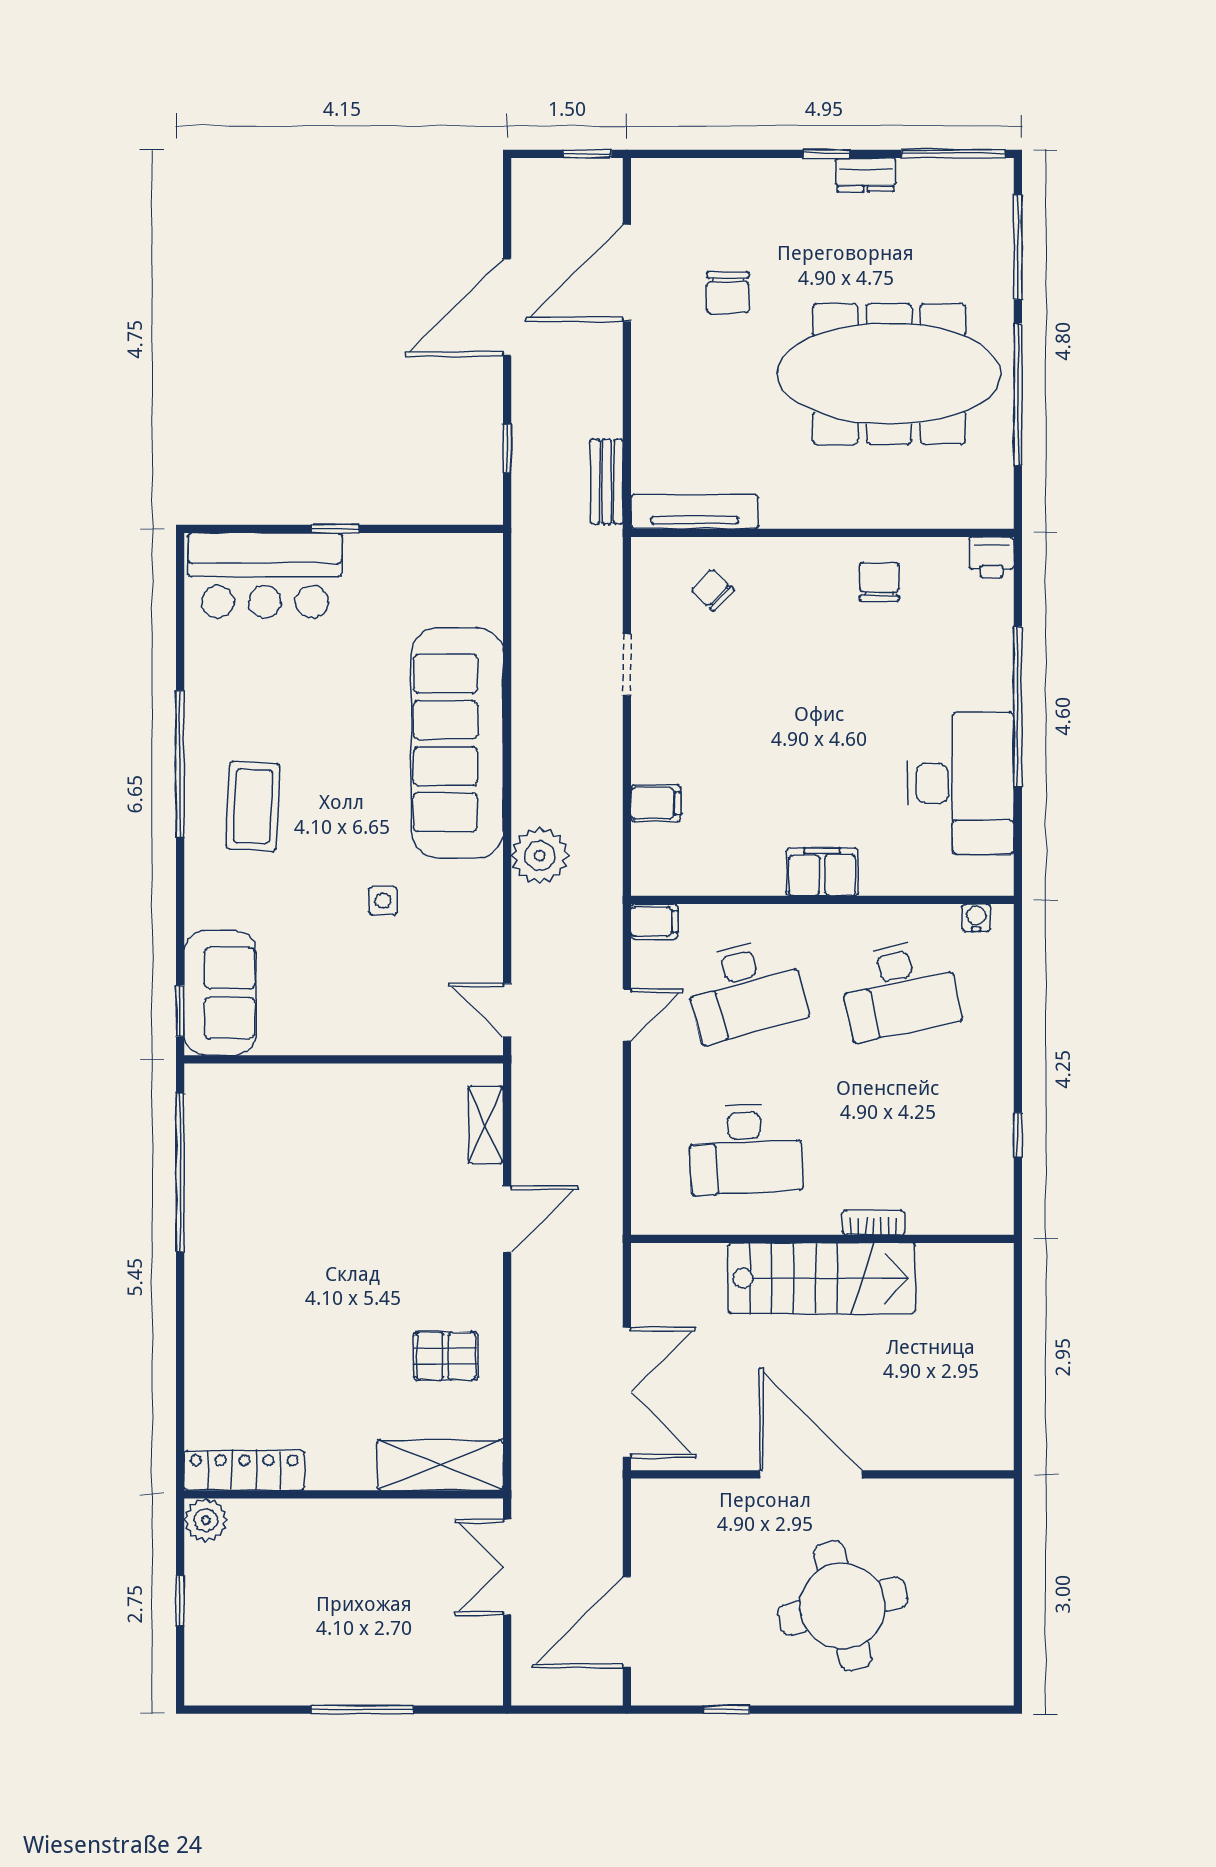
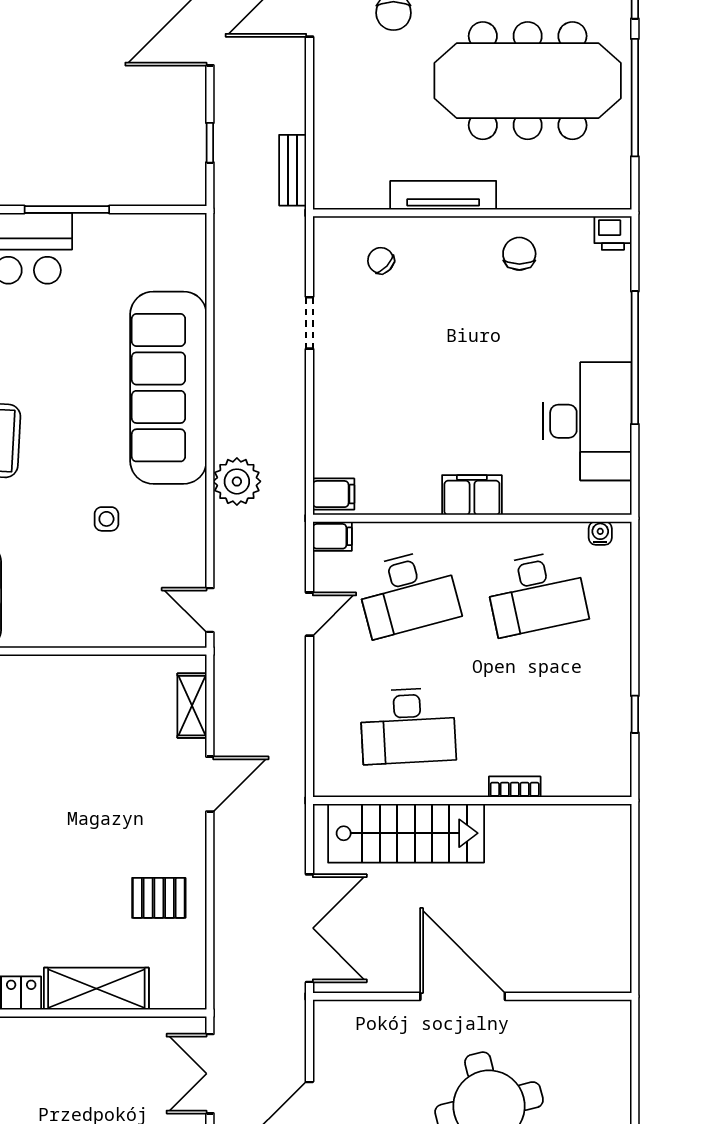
tv unit: (695, 512) -> (443, 195), moved
window: (335, 529) -> (67, 210), width x2.17
filing cabinet: (656, 803) -> (334, 494), moved
stairs: (822, 1278) -> (406, 833), moved
shelving: (440, 1465) -> (96, 989), moved

